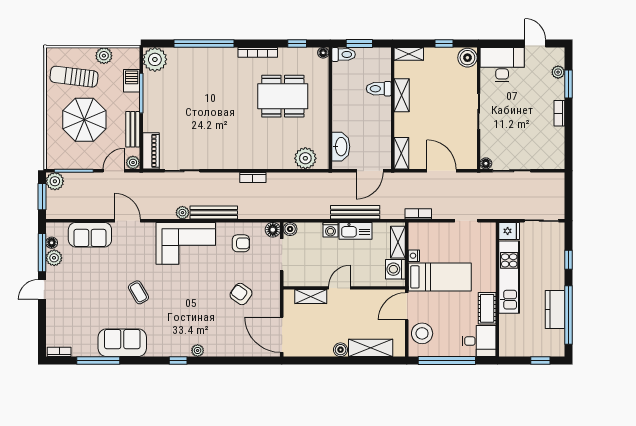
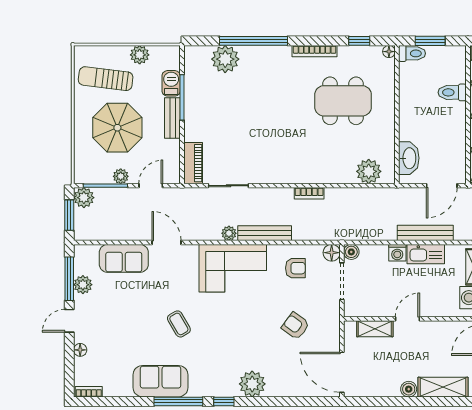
plant: (155, 59) -> (225, 59), moved
bench: (133, 129) -> (172, 118), moved
plant: (133, 162) -> (121, 176), moved
floor lamp: (52, 243) -> (80, 350), moved
plant: (198, 350) -> (252, 384), width x1.87, depth x1.87
window: (98, 361) -> (178, 401), moved

